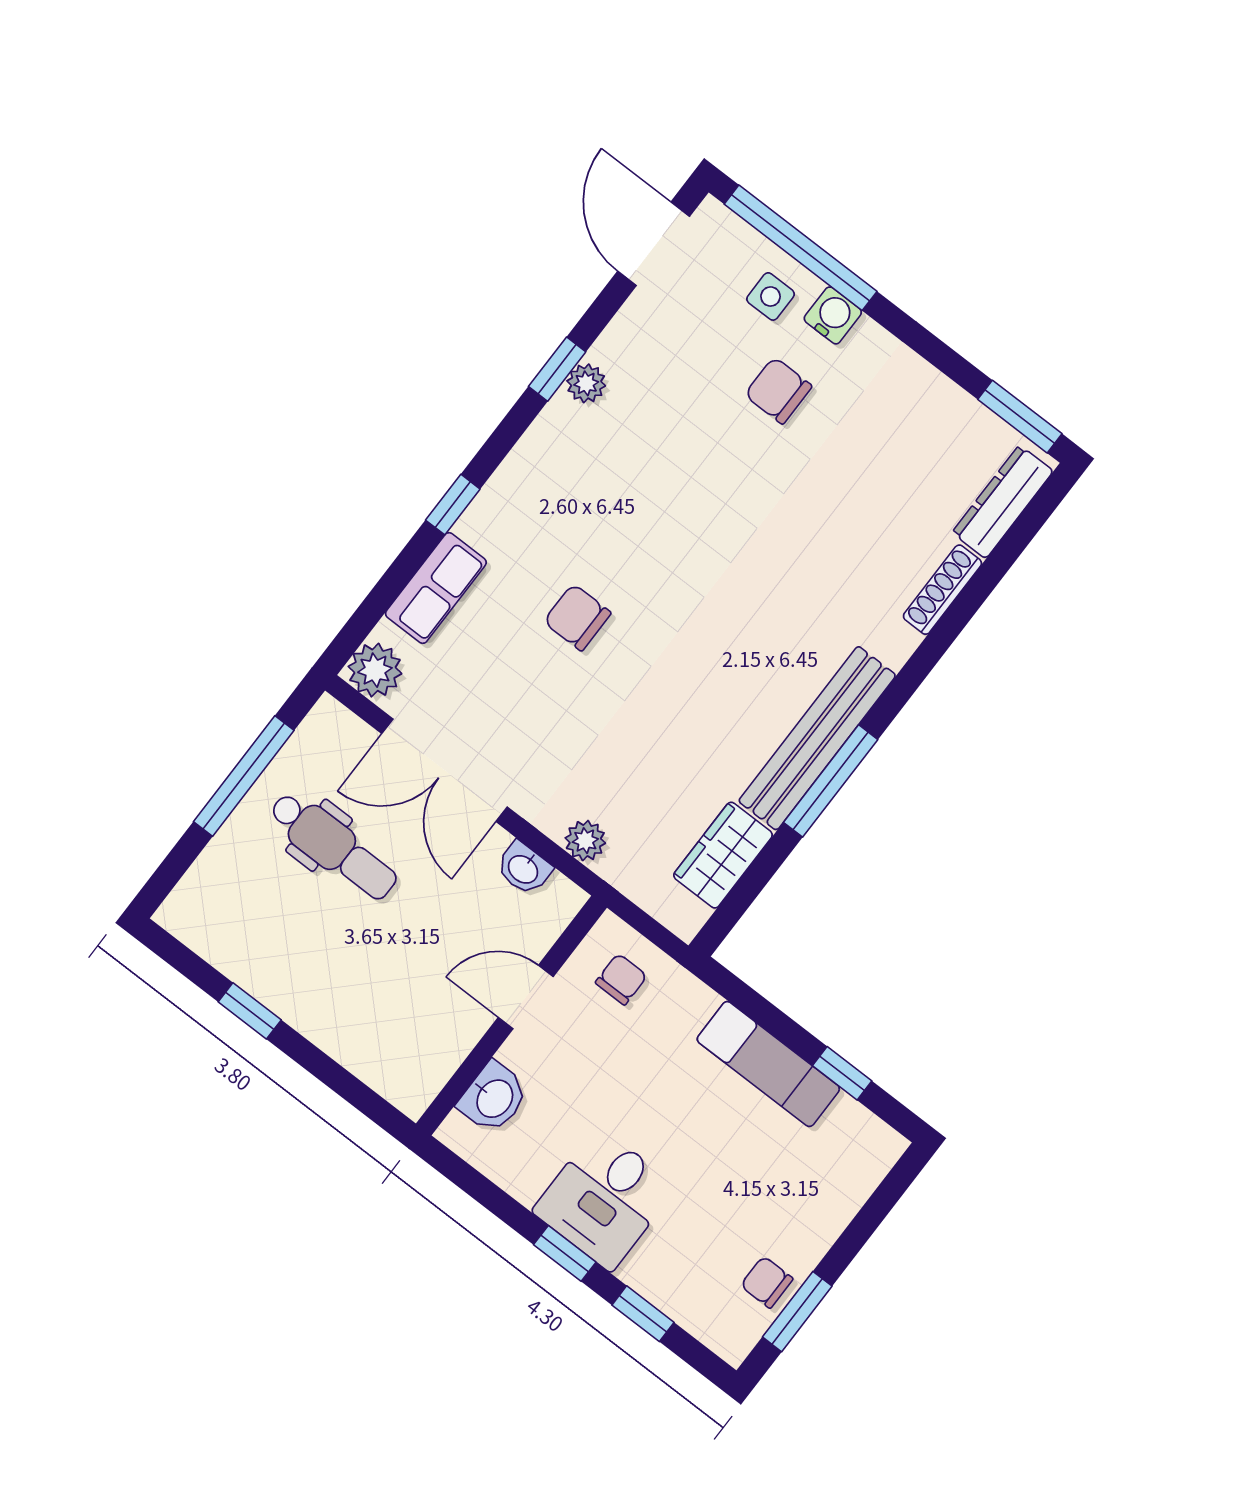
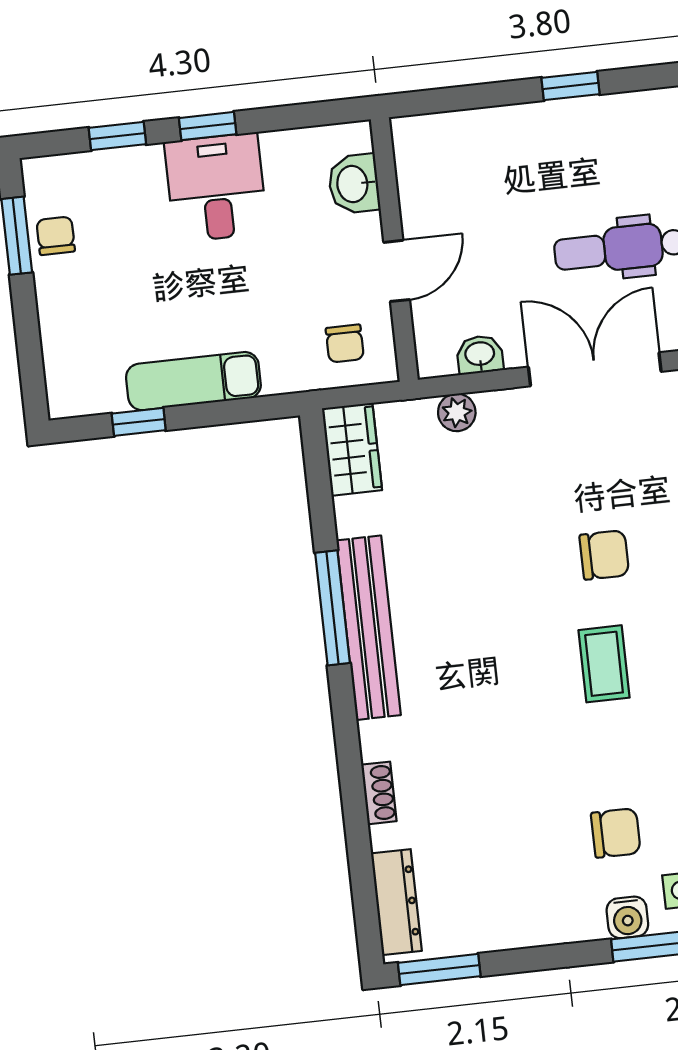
coffee table: (660, 532) -> (604, 664), added
shoe rack: (942, 590) -> (379, 793), width x0.70
wardrobe: (723, 855) -> (352, 449), moved
chair: (767, 1282) -> (56, 236), turned -90

